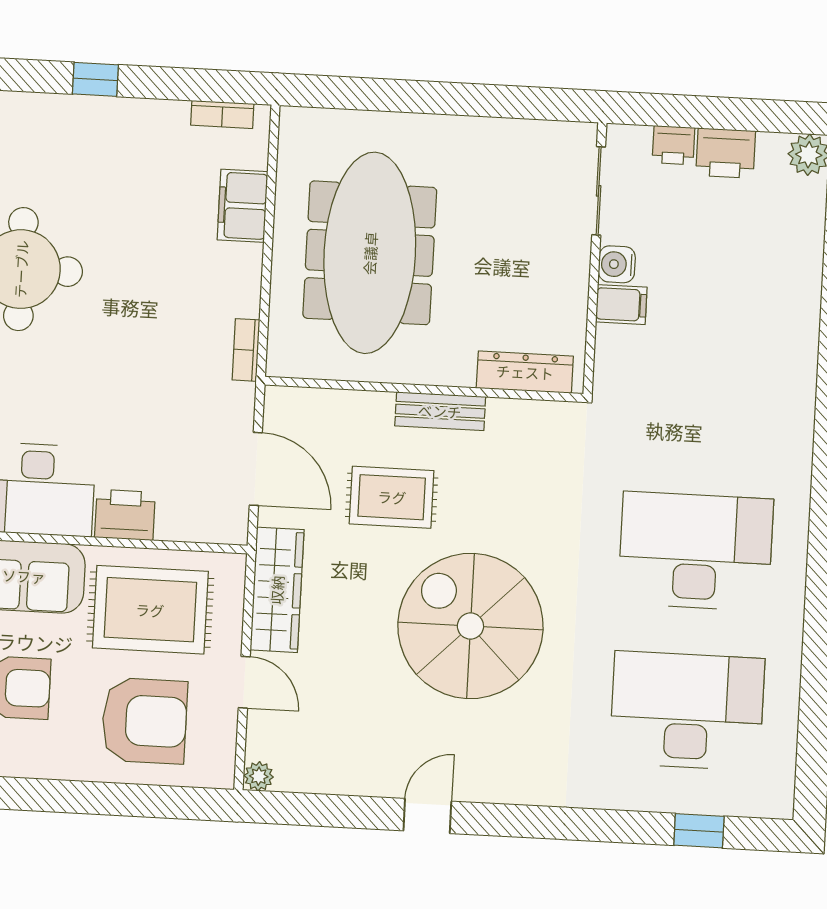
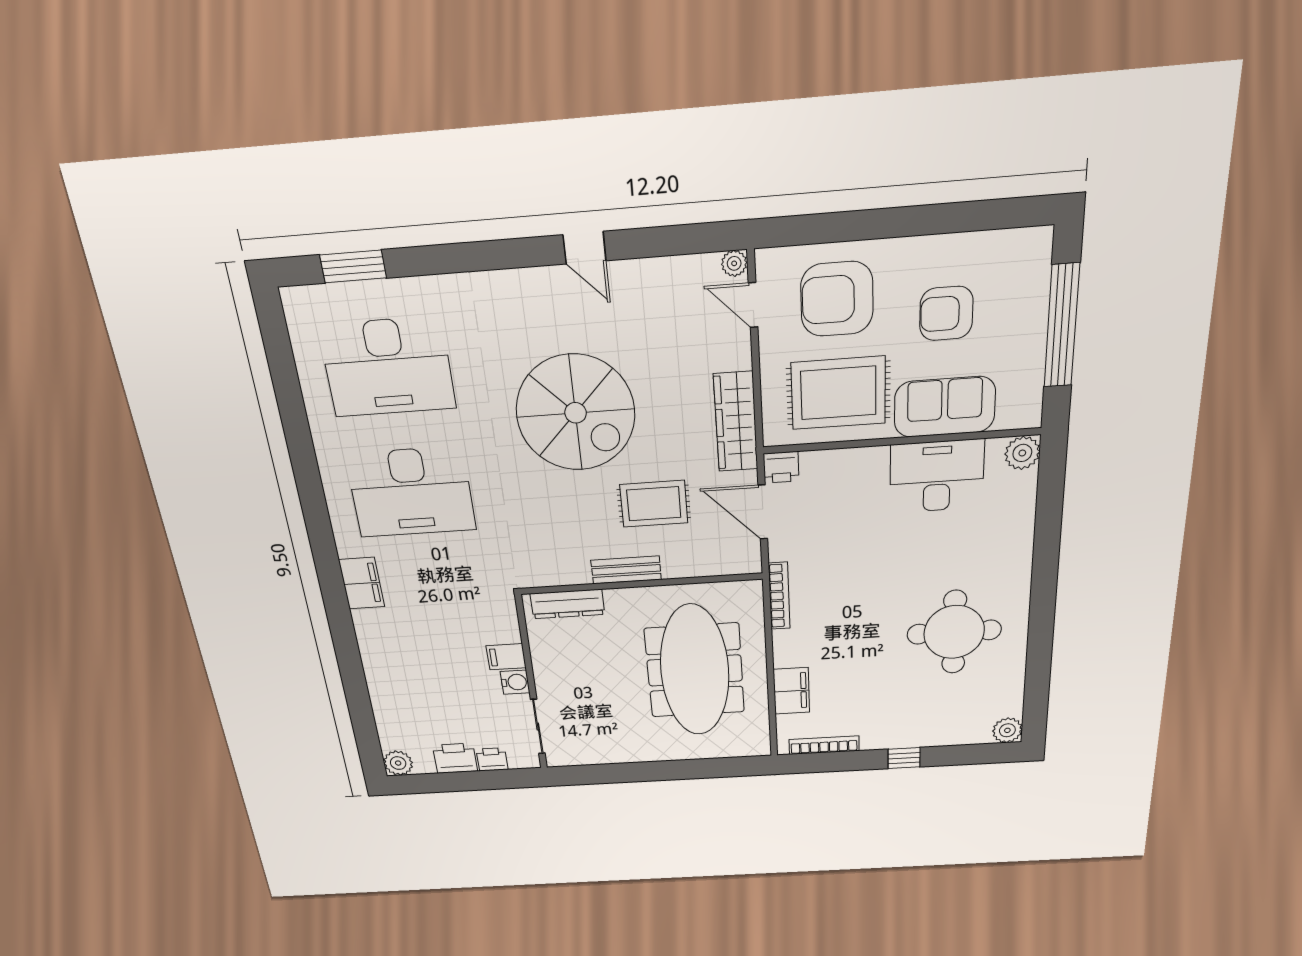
bookcase: (222, 114) -> (824, 745), width x1.56
bookcase: (246, 350) -> (779, 596), width x1.56
filing cabinet: (790, 435) -> (362, 583), added
printer: (125, 515) -> (781, 467), moved, width x0.73, depth x0.81
door: (244, 682) -> (753, 305), moved
door: (427, 816) -> (585, 248), hinge flipped
window: (699, 831) -> (353, 266), width x1.50

